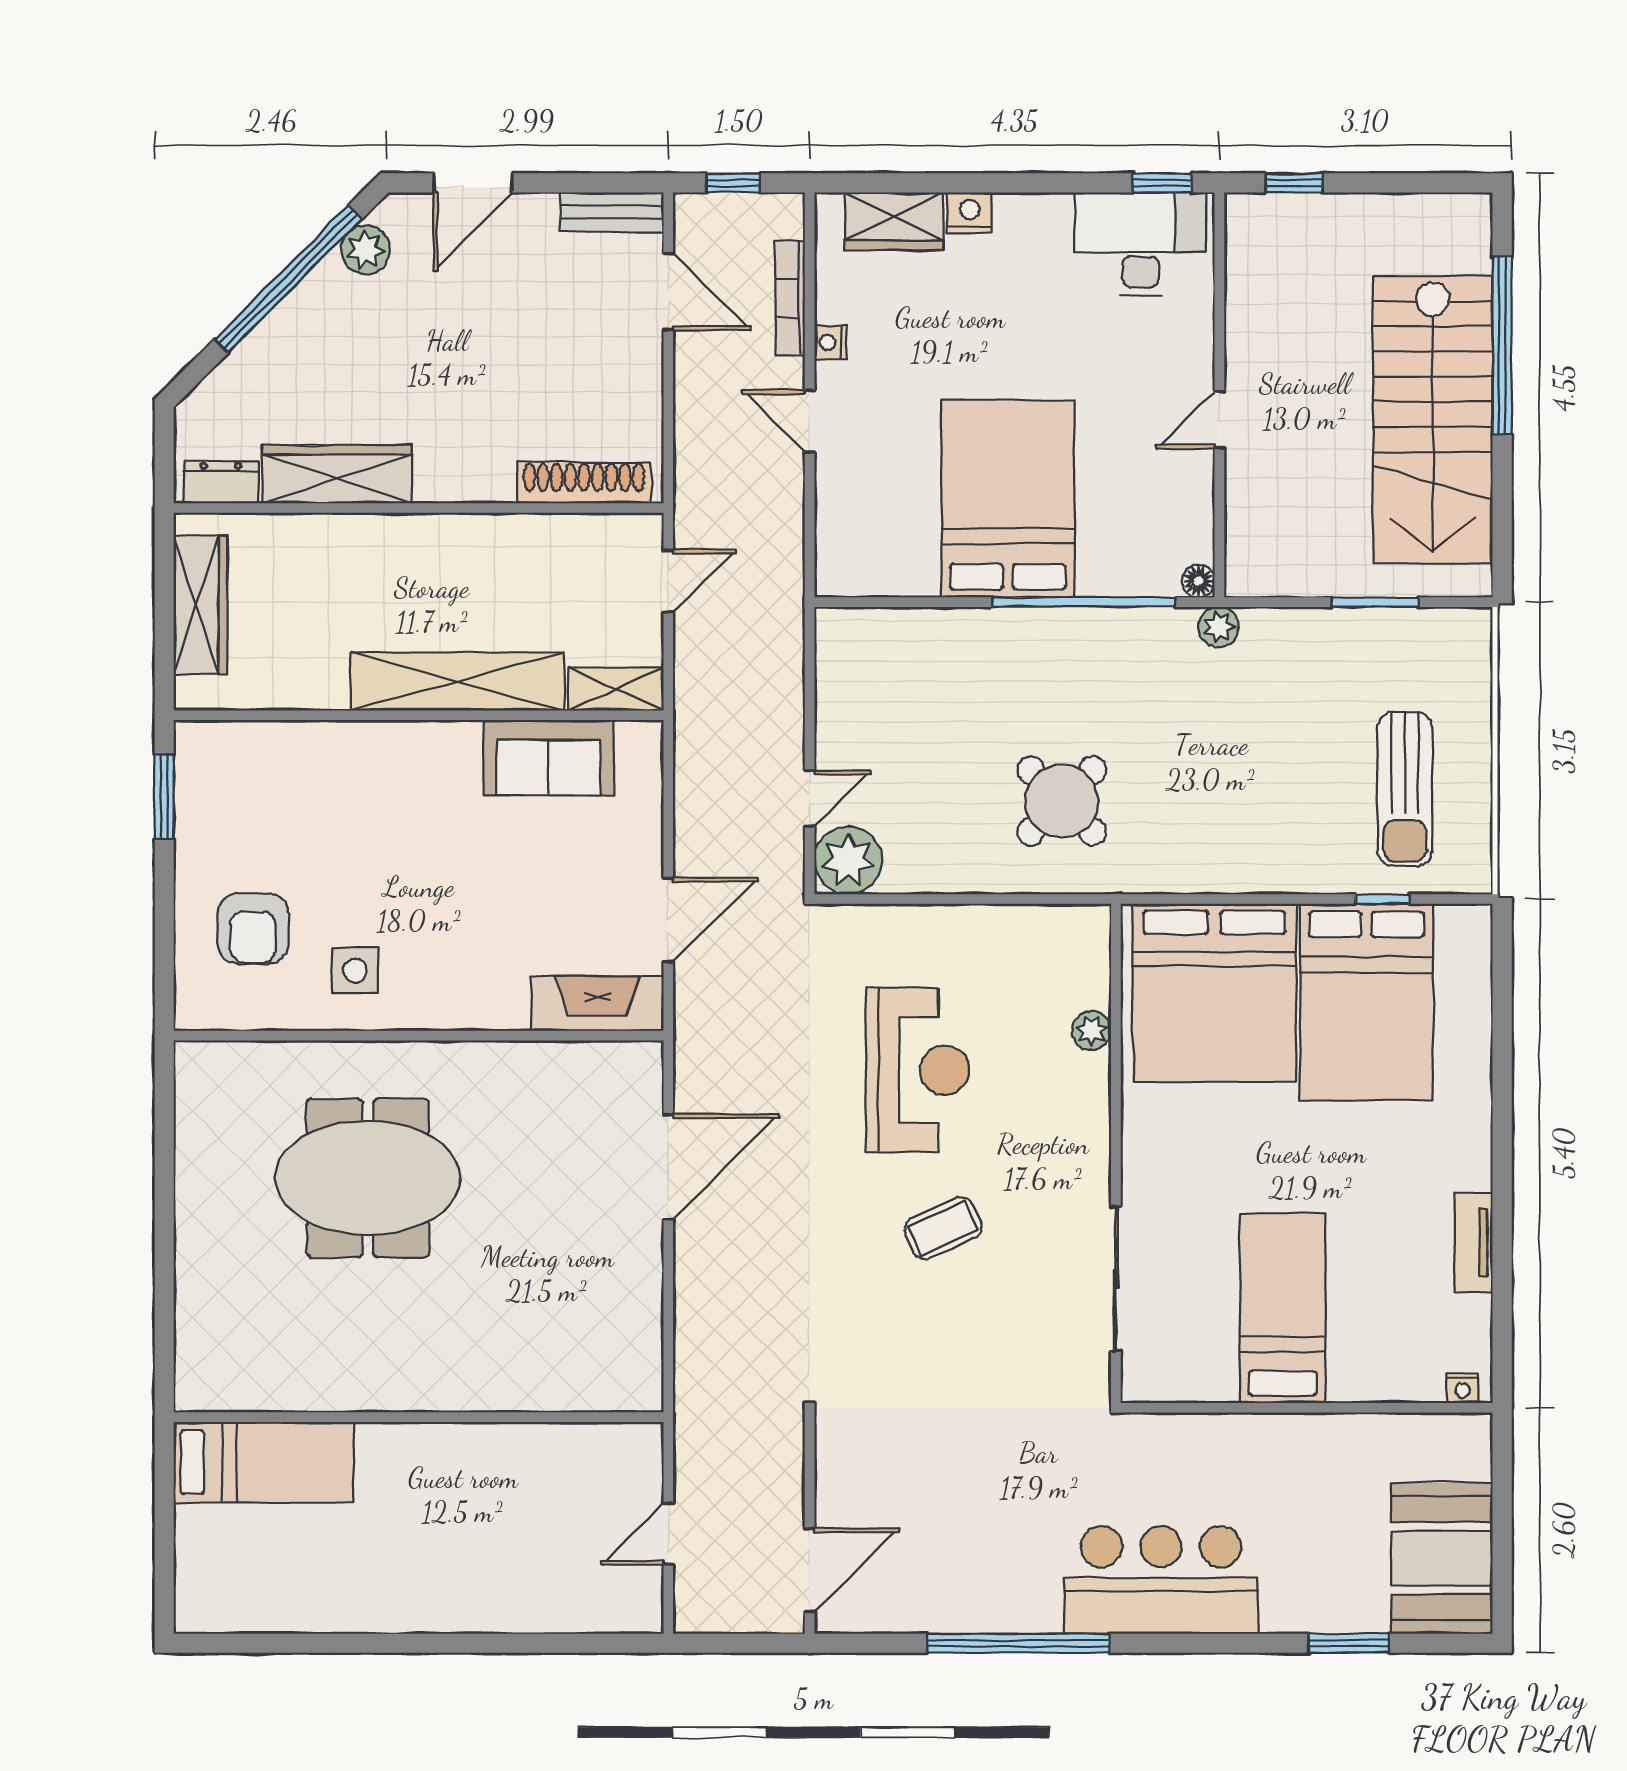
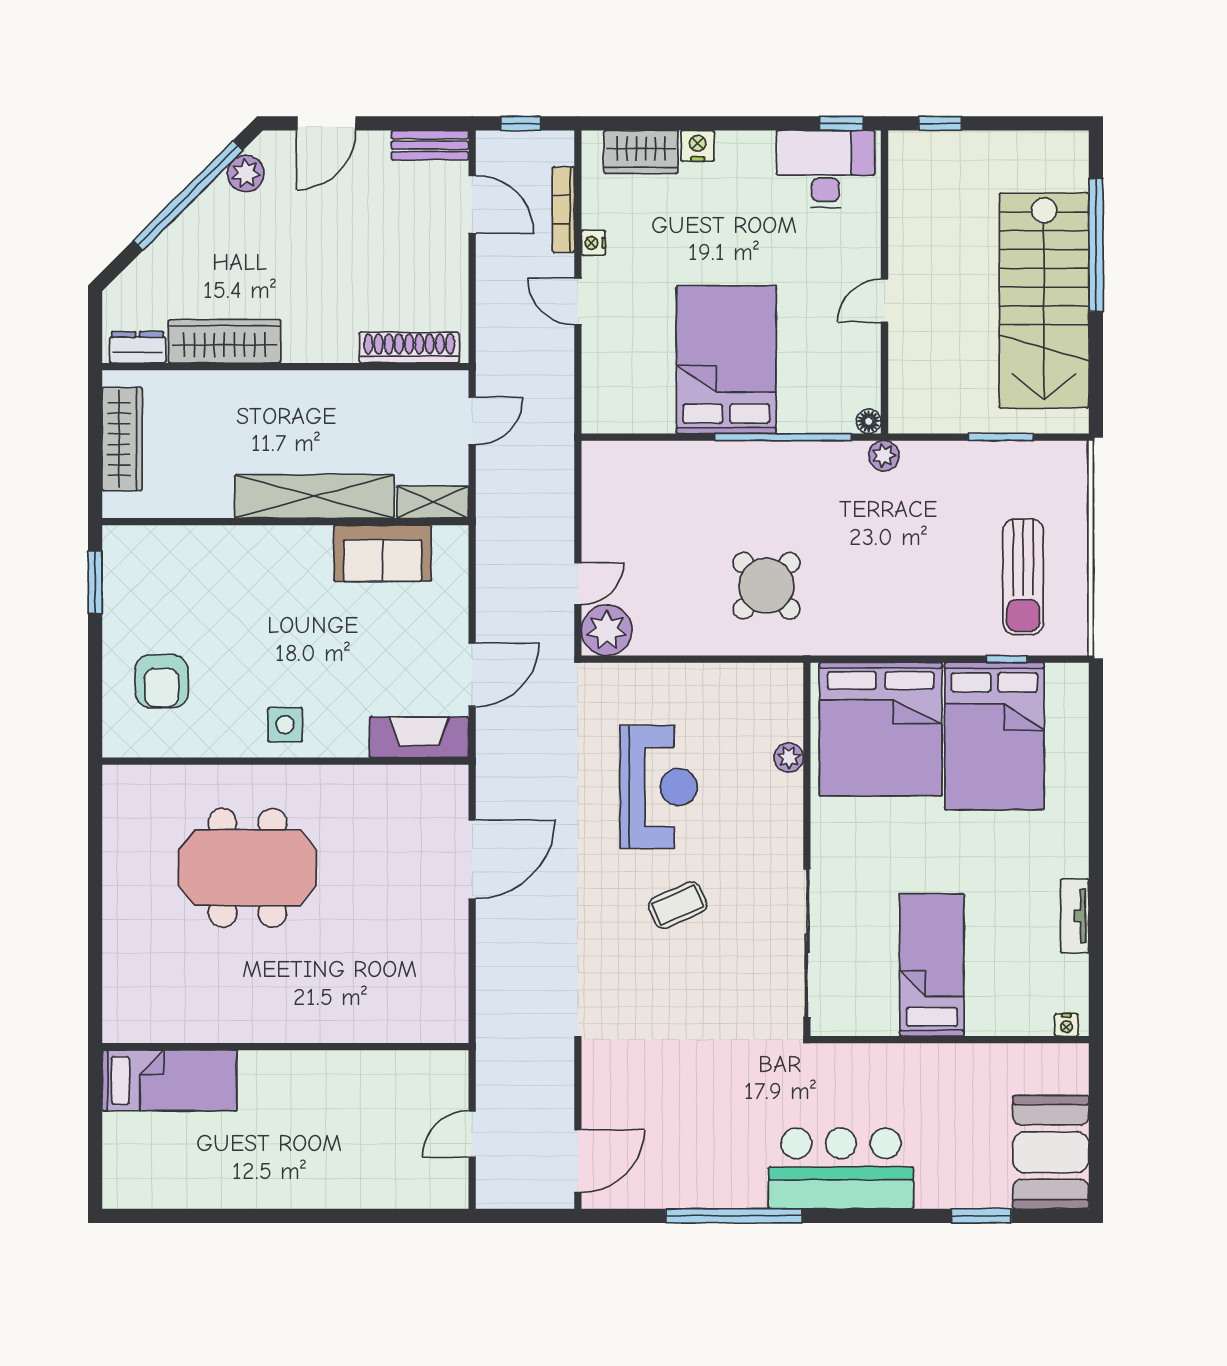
side table: (355, 970) -> (285, 725), moved
sliding door: (1116, 1279) -> (807, 943), width x1.36

